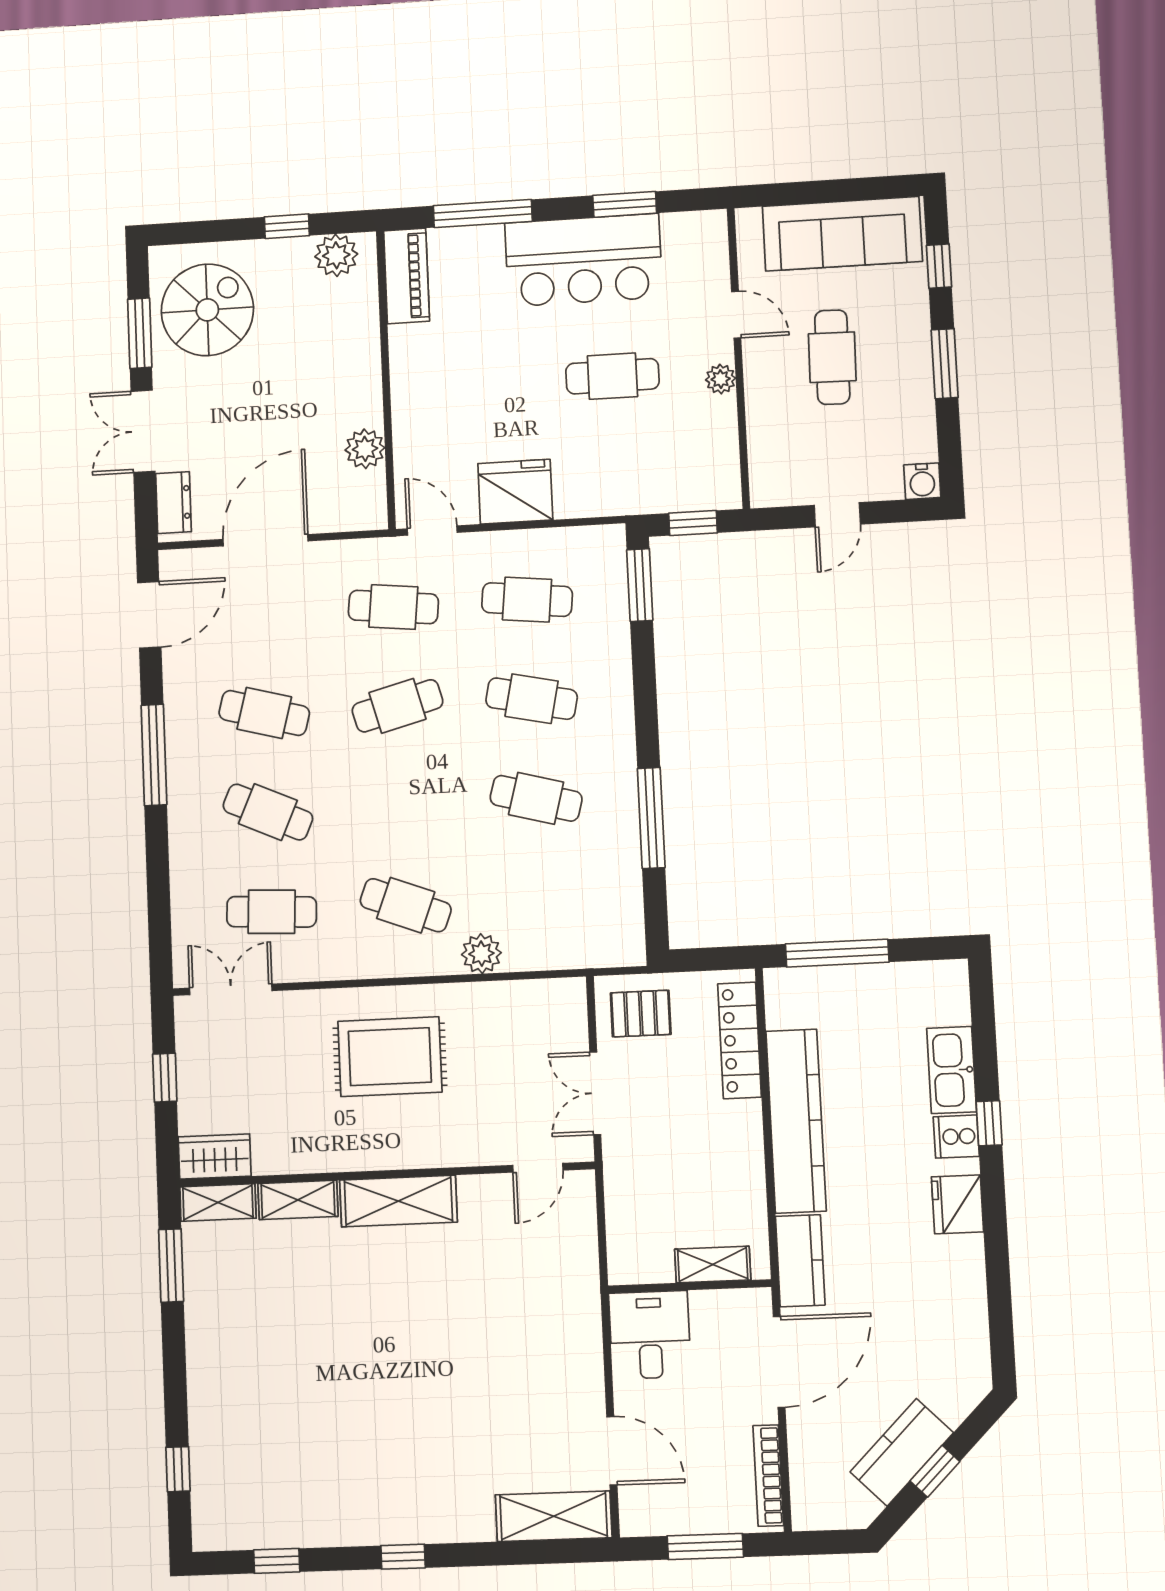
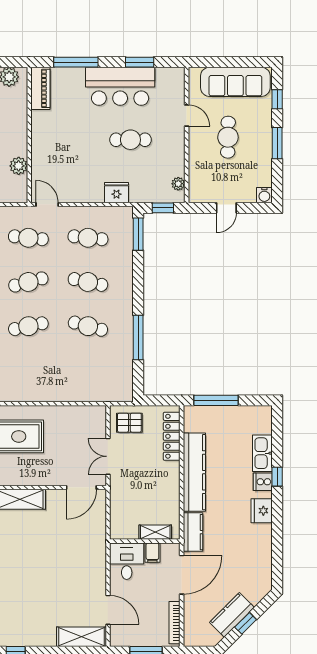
plant: (721, 379) -> (178, 184), moved
fridge: (515, 492) -> (116, 193), moved, width x0.73, depth x0.75
cafe table: (406, 905) -> (28, 326), moved, turned -33
plant: (481, 954) -> (61, 393), removed
door: (538, 1168) -> (81, 487), width x1.38
filing cabinet: (709, 1312) -> (152, 553), added

